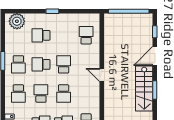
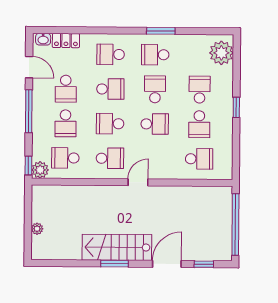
school desk: (64, 35) -> (199, 124), added
door: (155, 56) -> (167, 264), hinge flipped
school desk: (86, 93) -> (110, 158), added

